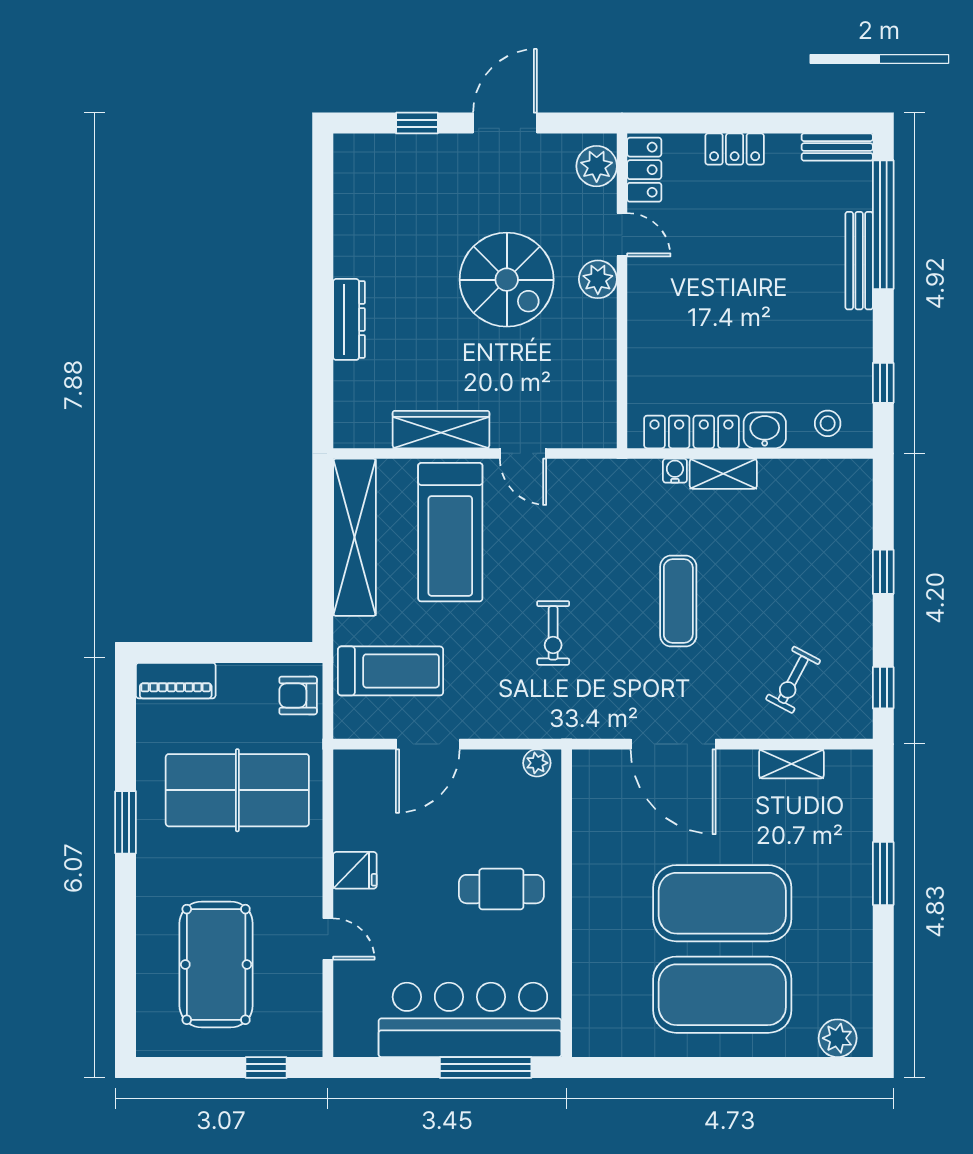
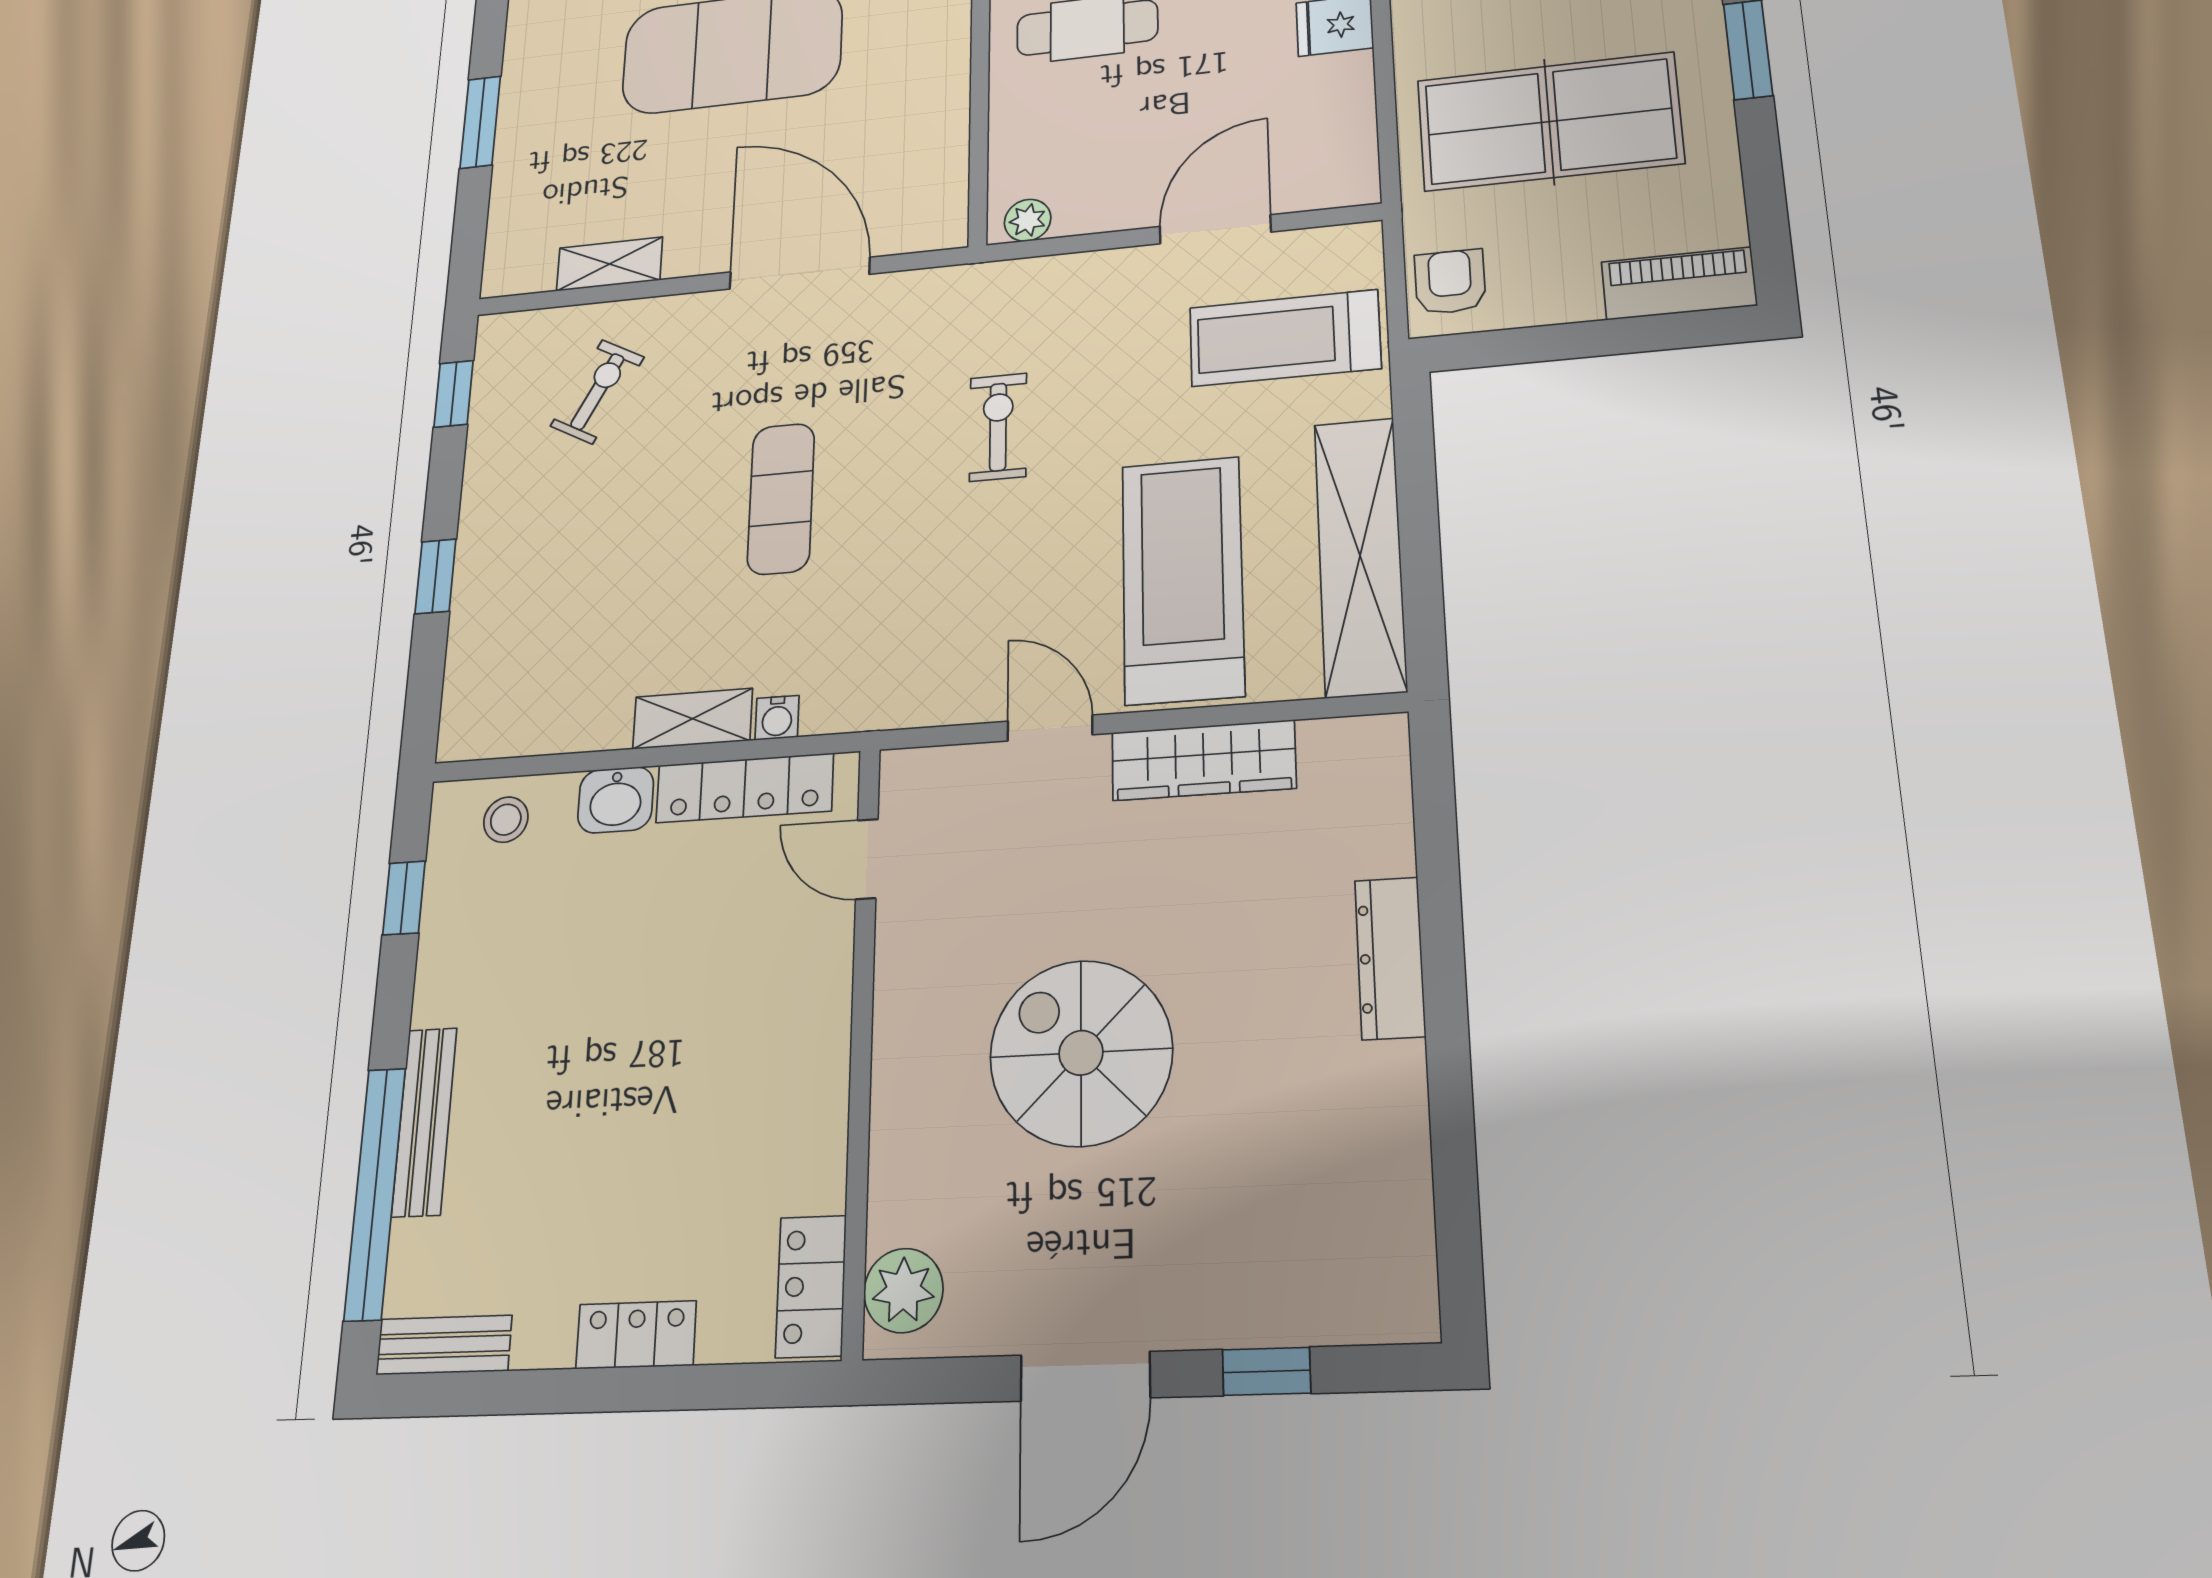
door: (622, 235) -> (867, 859), moved
plant: (598, 279) -> (906, 1062), removed
armchair: (298, 696) -> (1450, 282), turned -90

